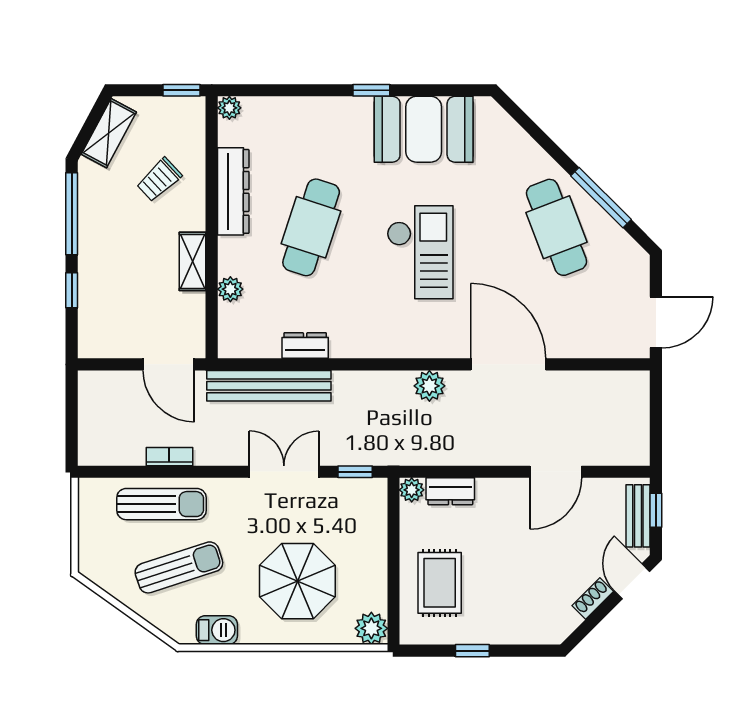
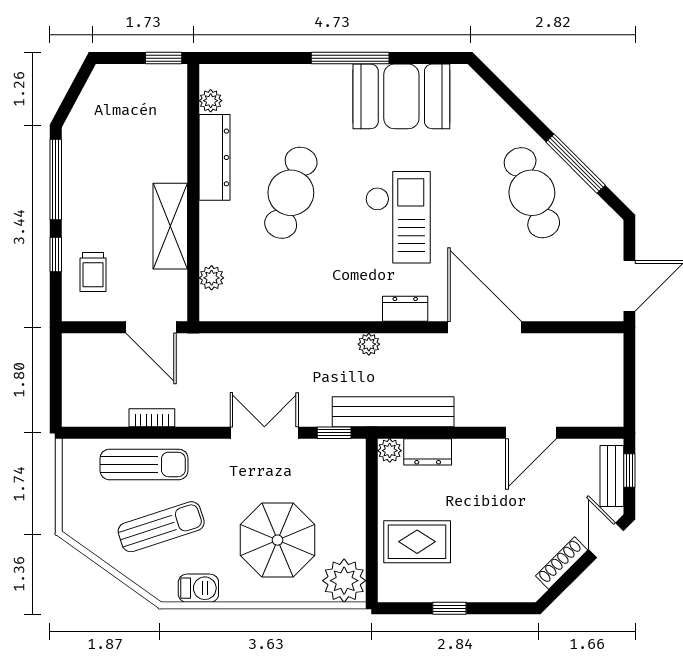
window: (371, 90) -> (350, 58), width x2.17
plant: (229, 108) -> (211, 101), moved
shelving: (109, 133) -> (92, 100), removed
trolley: (159, 180) -> (93, 272), moved, turned -47
shelving: (193, 261) -> (170, 226), width x1.50, depth x1.33
plant: (230, 289) -> (212, 278), moved
dresser: (305, 346) -> (405, 309), moved
bench: (269, 386) -> (393, 412), moved
plant: (429, 386) -> (369, 344), moved, width x0.73, depth x0.73
rug: (440, 583) -> (417, 542), turned 90
shoe rack: (593, 598) -> (562, 563), width x1.43
plant: (371, 628) -> (344, 581), width x1.36, depth x1.36

